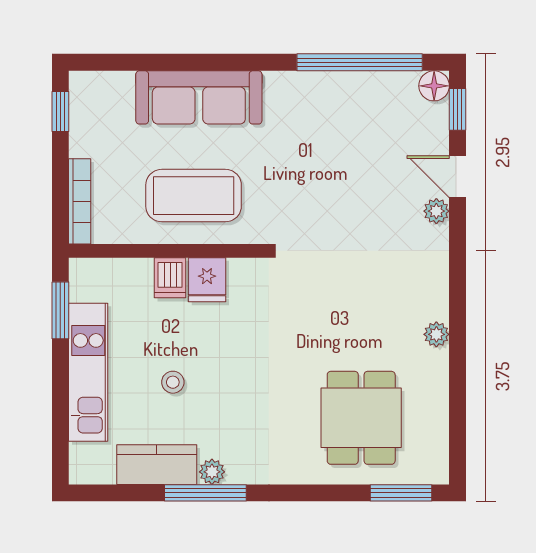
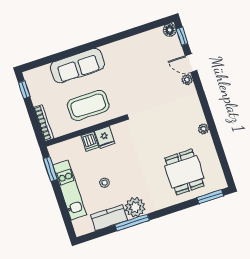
window: (360, 62) -> (137, 30), removed
plant: (212, 472) -> (135, 207), width x1.88, depth x1.88

